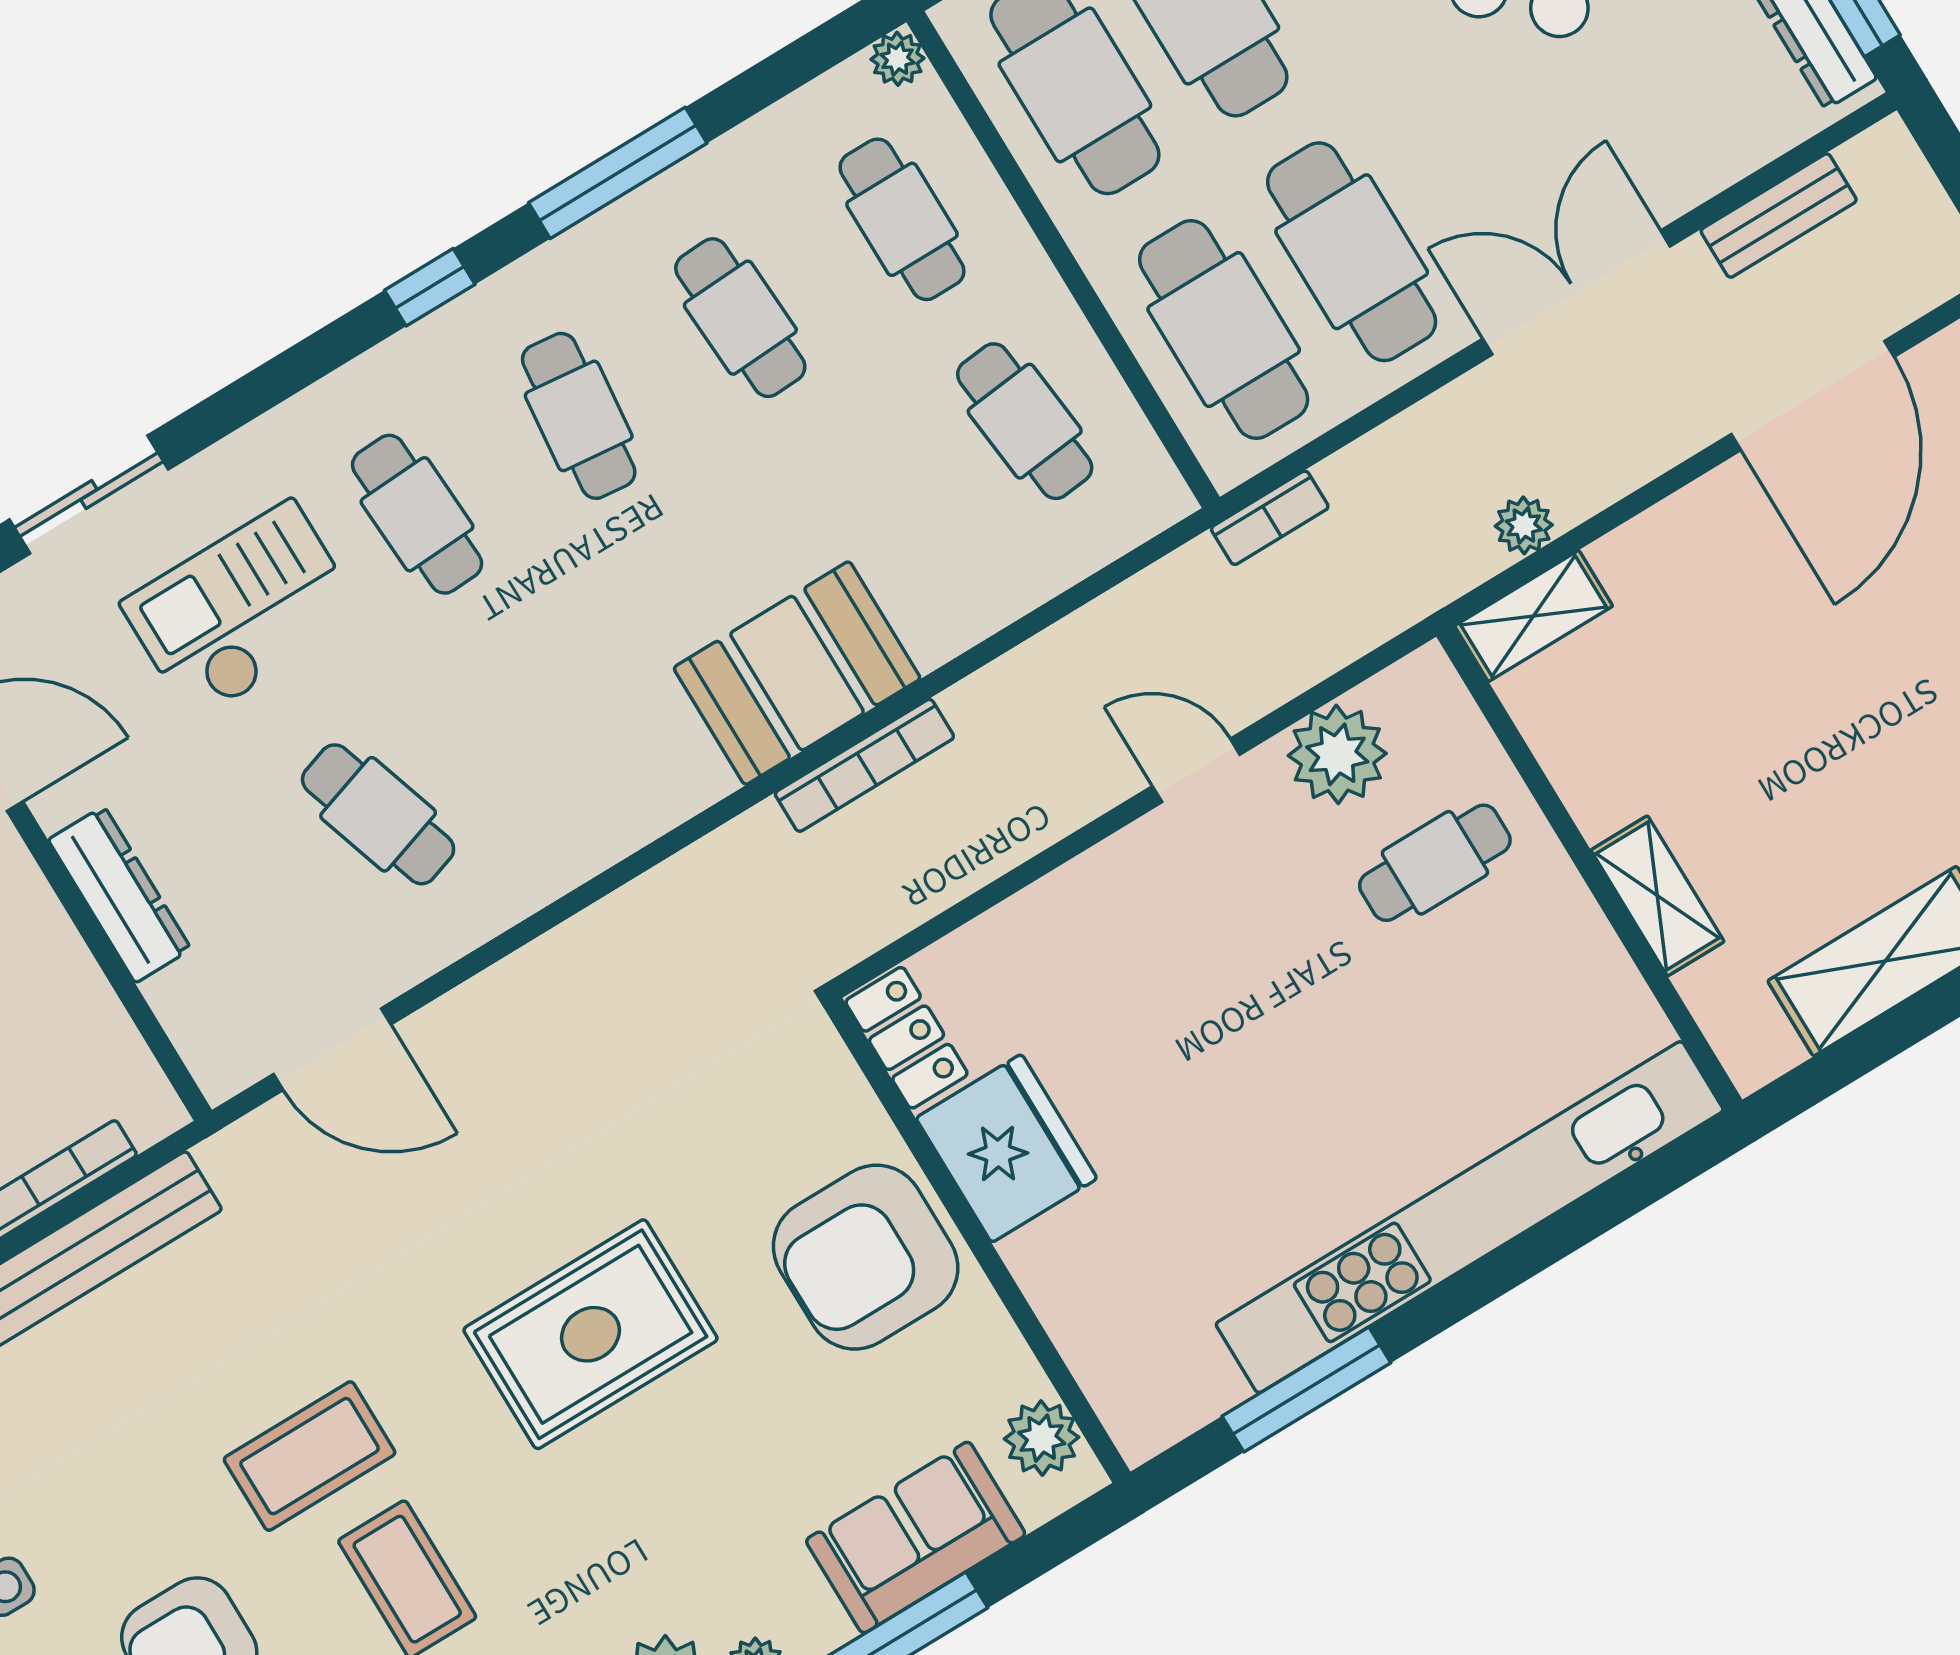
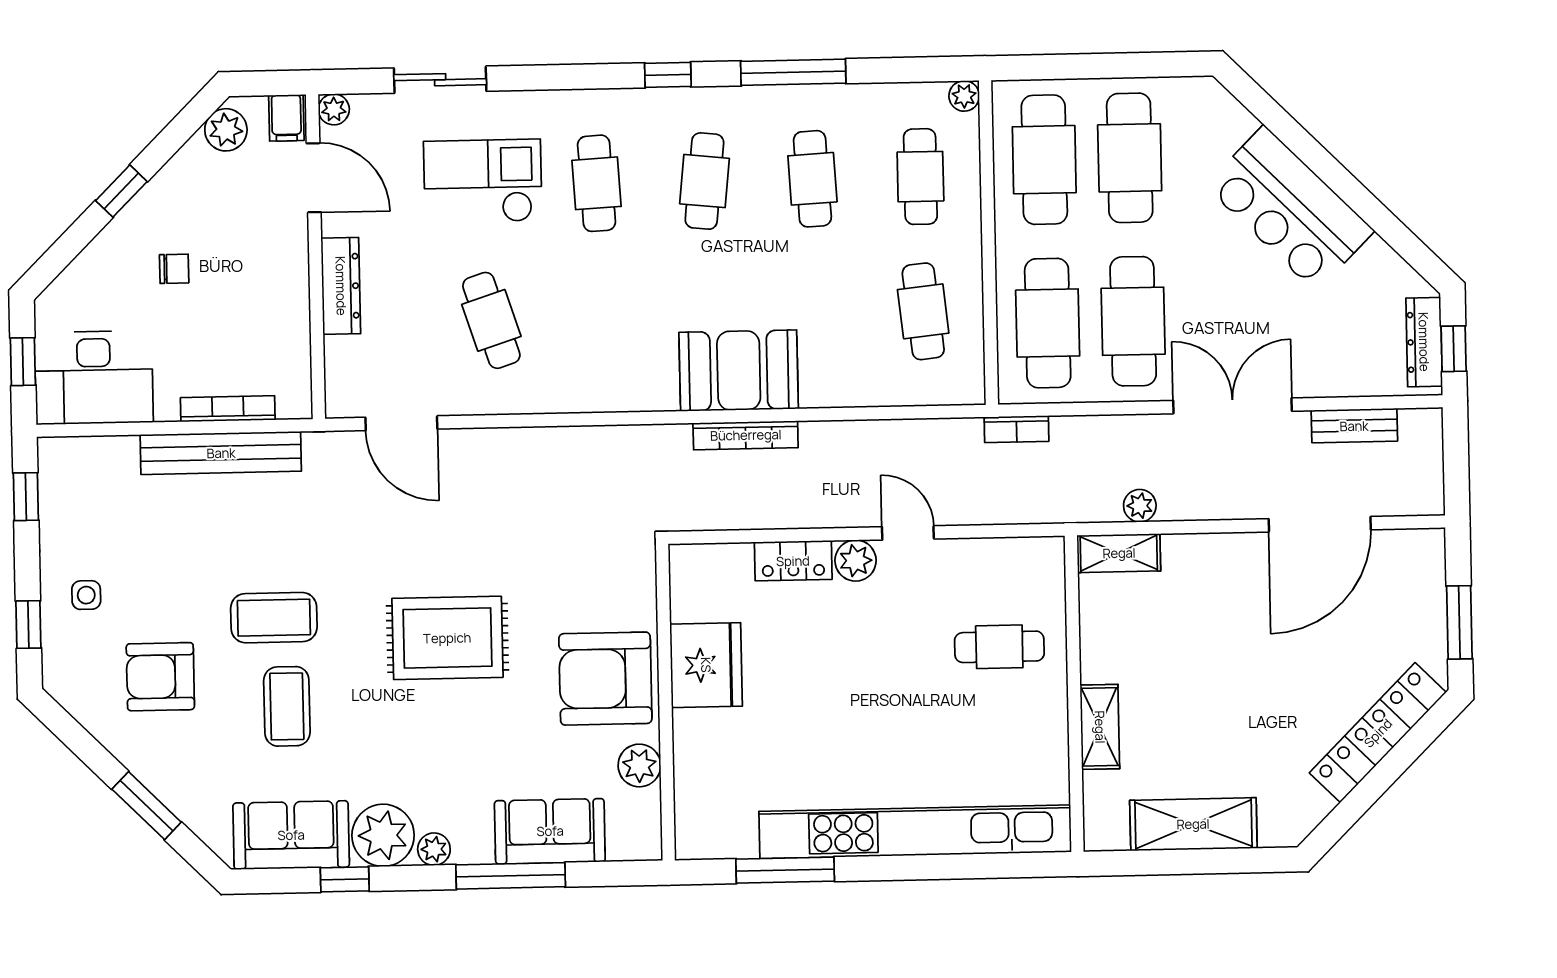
plant: (1337, 754) -> (856, 561), moved, width x0.73, depth x0.73
locker: (907, 1038) -> (793, 561), moved, turned 90
plant: (1042, 1438) -> (639, 765), moved

